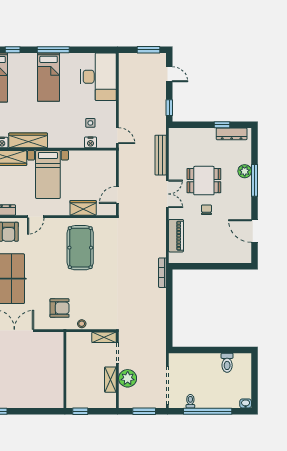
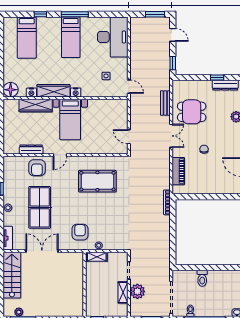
nightstand: (91, 142) -> (76, 92), moved
bench: (161, 155) -> (165, 103), width x0.73
dining table: (204, 181) -> (192, 112), moved
door: (117, 195) -> (129, 137), hinge flipped
wardrobe: (83, 208) -> (100, 148), removed
pool table: (80, 248) -> (97, 181), turned 90
armchair: (60, 308) -> (80, 232), turned -90
shelving: (104, 337) -> (97, 257), moved
toilet: (227, 363) -> (202, 278), moved

